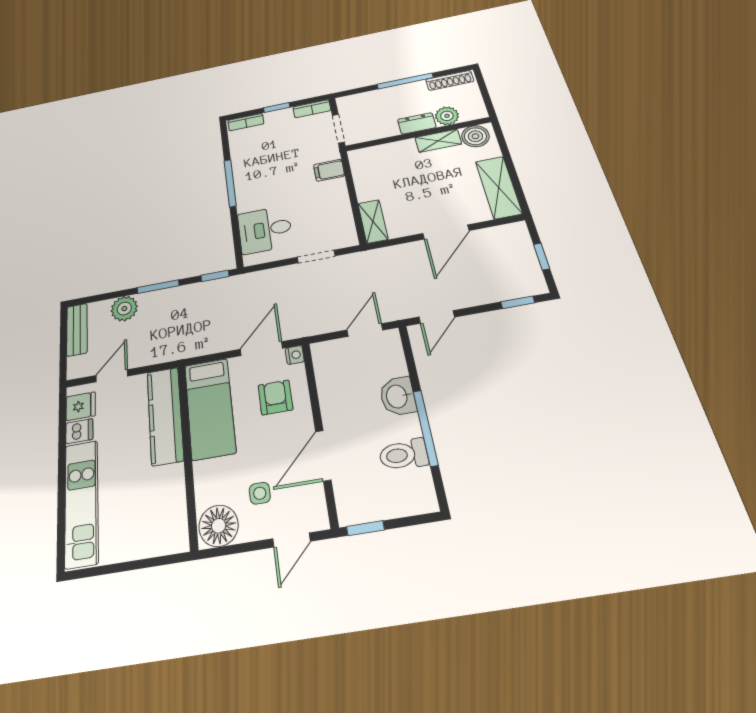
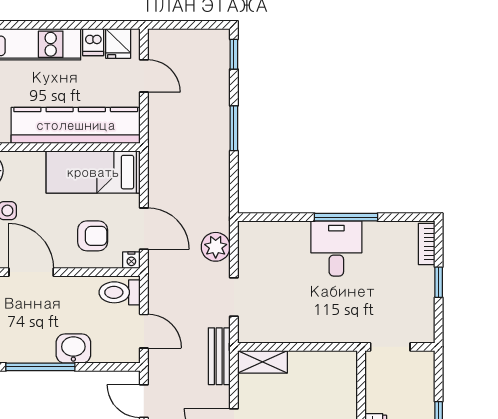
bookcase: (312, 109) -> (426, 322), removed
filing cabinet: (329, 170) -> (337, 328), removed
desk: (265, 230) -> (336, 248), moved
window: (215, 276) -> (234, 54), moved
plant: (124, 309) -> (216, 247), moved
bench: (77, 330) -> (219, 356), moved, turned 90
kitchen counter: (165, 416) -> (76, 125), width x1.39, depth x1.17
toilet: (403, 455) -> (120, 292), moved, turned -90

